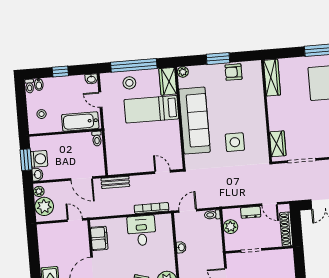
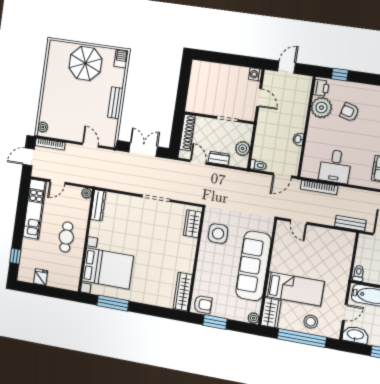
wardrobe: (272, 78) -> (183, 292), moved
washbasin: (91, 79) -> (355, 335), width x1.91, depth x1.45
door: (100, 100) -> (345, 312), hinge flipped
wall: (266, 111) -> (196, 260), moved
wardrobe: (278, 144) -> (192, 224), moved

